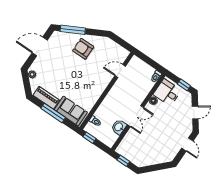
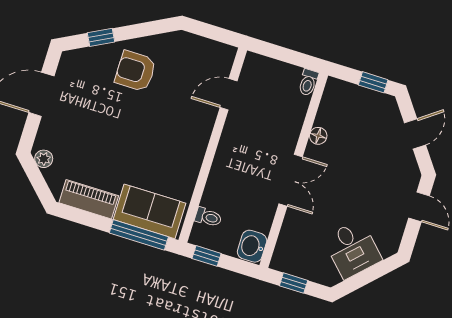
window: (73, 30) -> (101, 37), width x0.46
desk: (167, 92) -> (352, 249), moved, turned -135
window: (53, 113) -> (139, 235), moved
washbasin: (119, 127) -> (252, 246), moved

